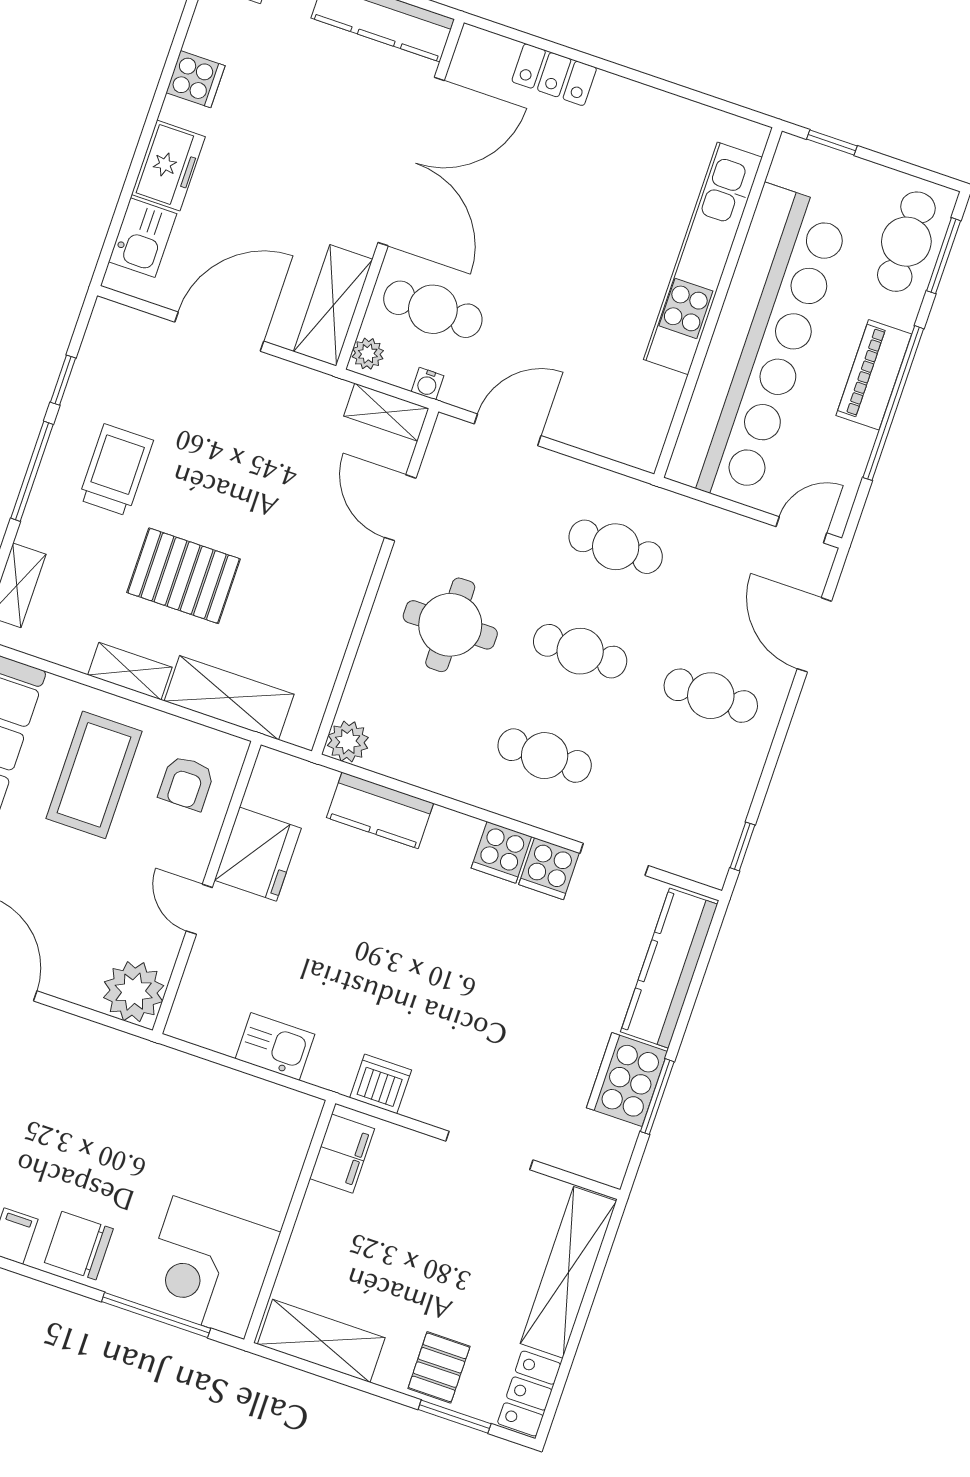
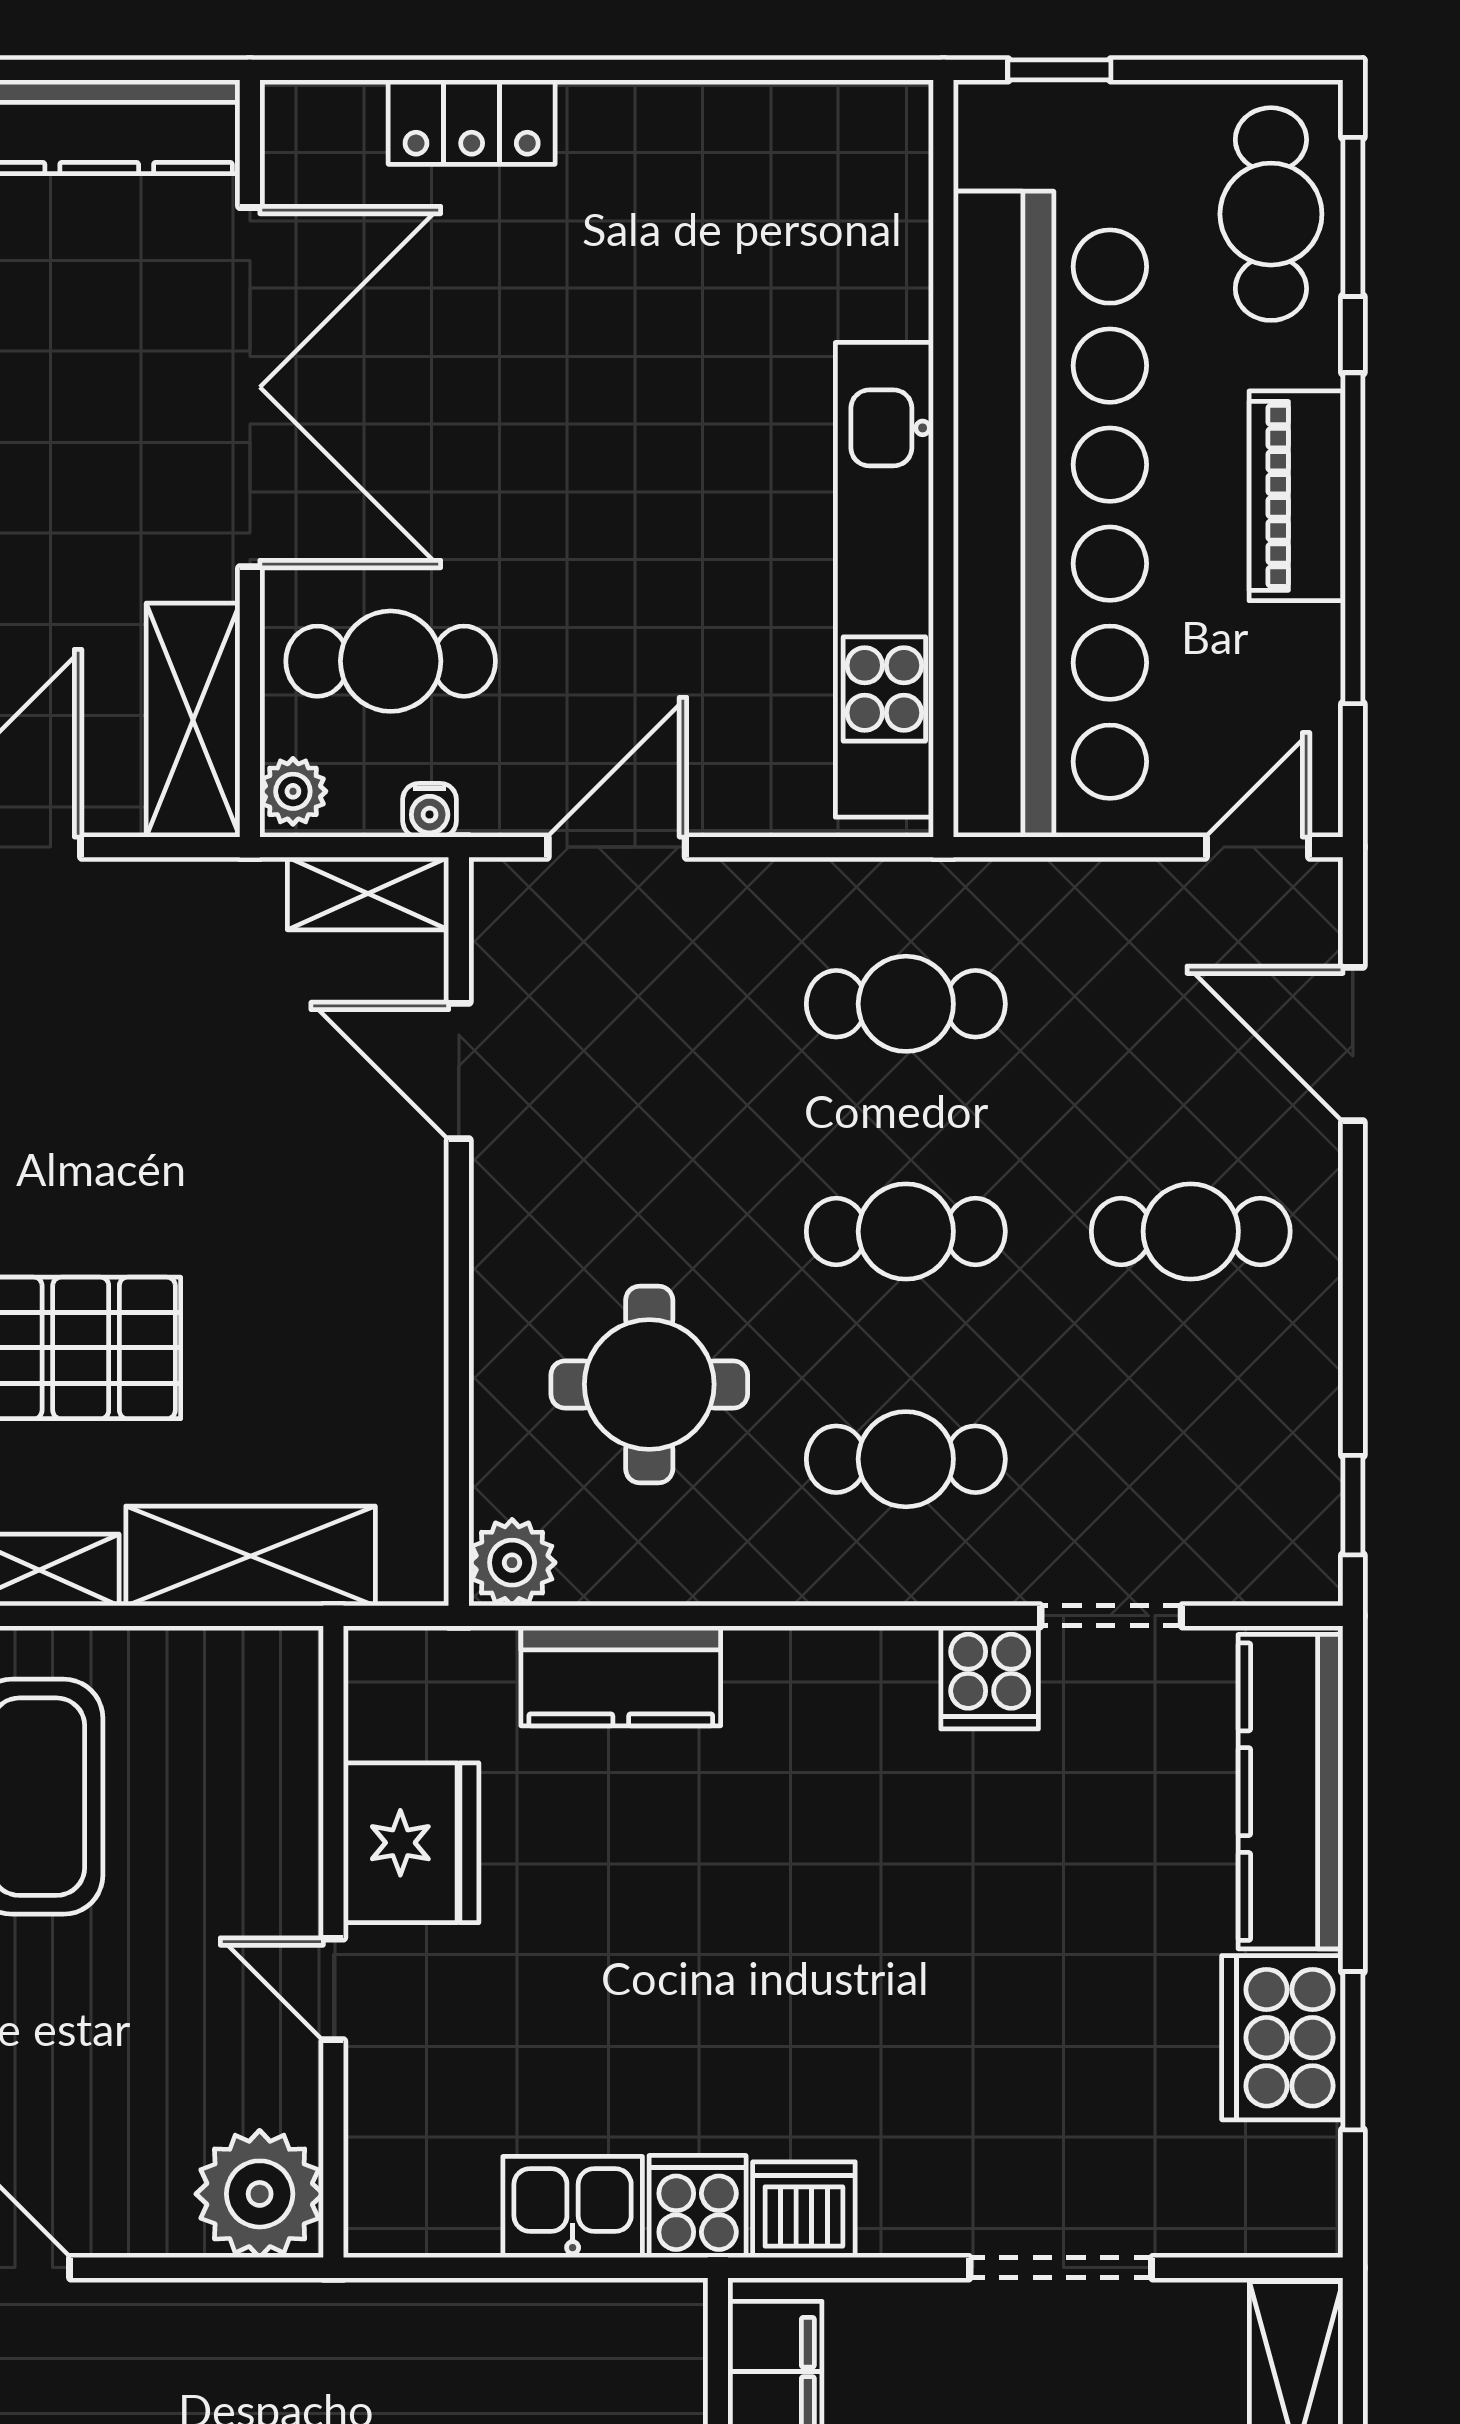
kitchen unit: (703, 258) -> (884, 580), moved
round table: (450, 625) -> (649, 1384), moved
armchair: (186, 783) -> (224, 1751), removed
cooker: (501, 852) -> (698, 2207), moved, turned 180

